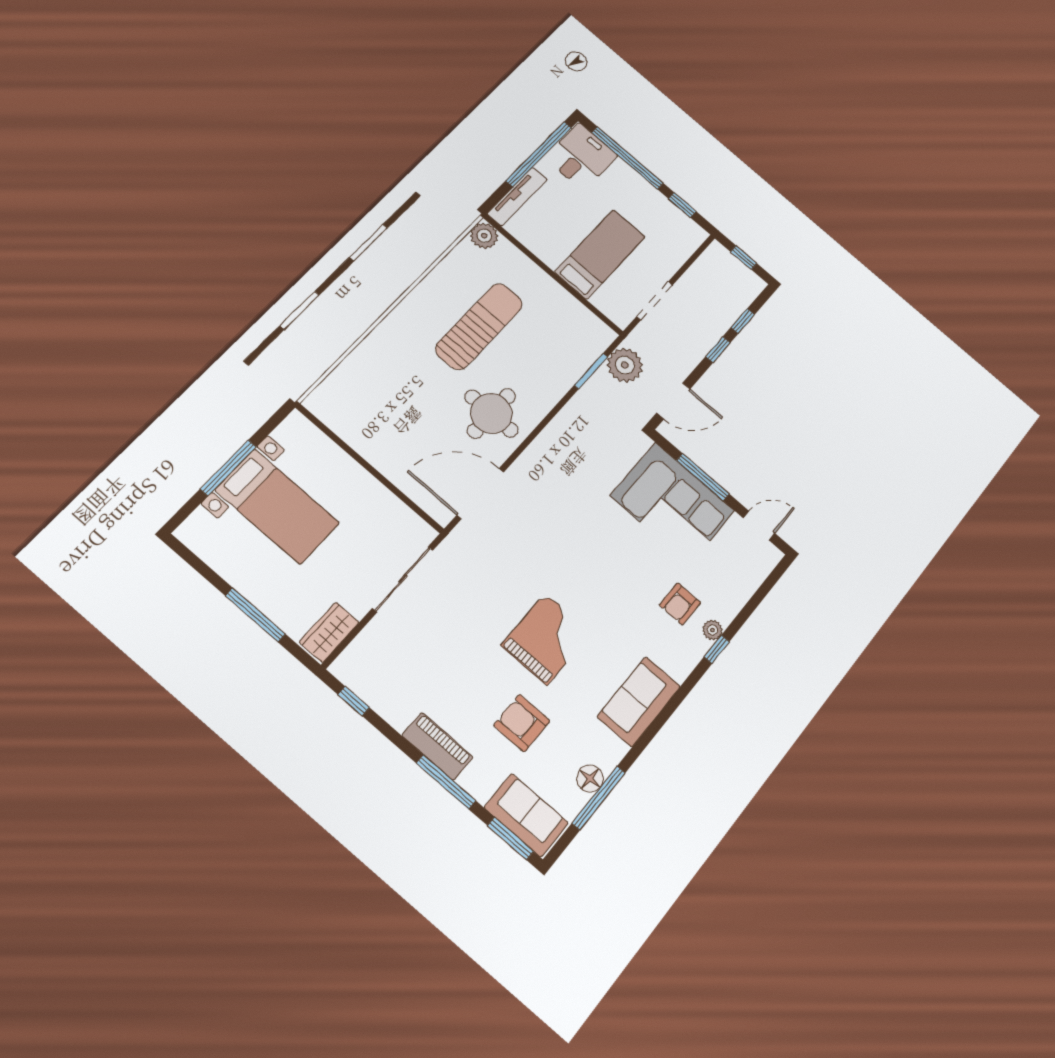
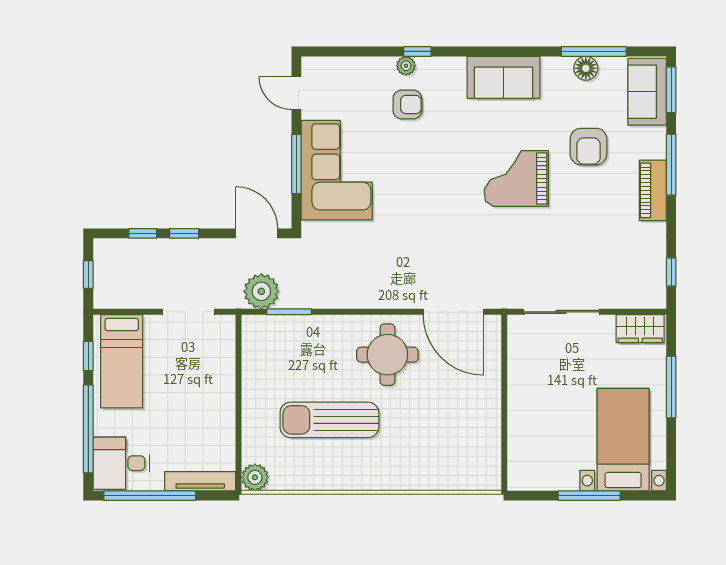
bed: (600, 254) -> (122, 361), moved, turned -90
bed with nightstands: (277, 506) -> (623, 440), moved

